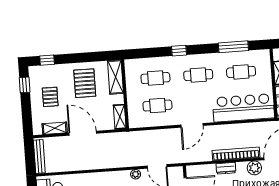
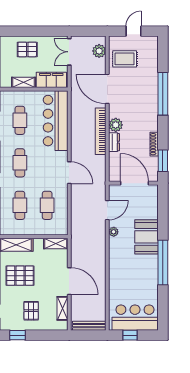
pallet: (50, 97) -> (31, 311), turned 90
door: (83, 133) -> (69, 281), swing flipped
plant: (254, 168) -> (116, 125), moved

